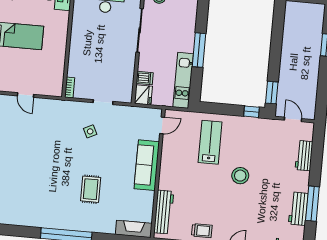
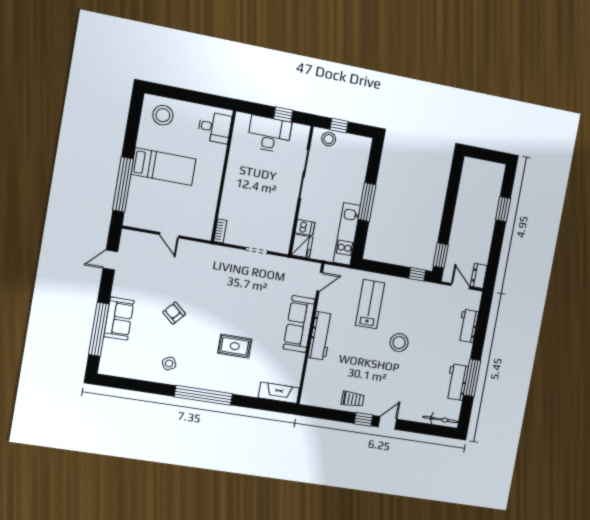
dresser: (310, 109) -> (479, 276), added
side table: (90, 131) -> (169, 363), moved
armchair: (35, 163) -> (174, 313), added
rug: (91, 189) -> (235, 346), turned 90
workbench: (164, 212) -> (321, 336), moved

